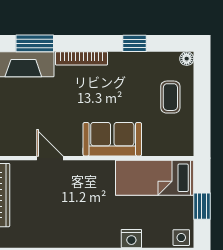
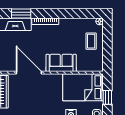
window: (135, 43) -> (73, 13), removed
door: (50, 158) -> (29, 73), width x1.87
bed: (155, 178) -> (83, 87), width x1.50

